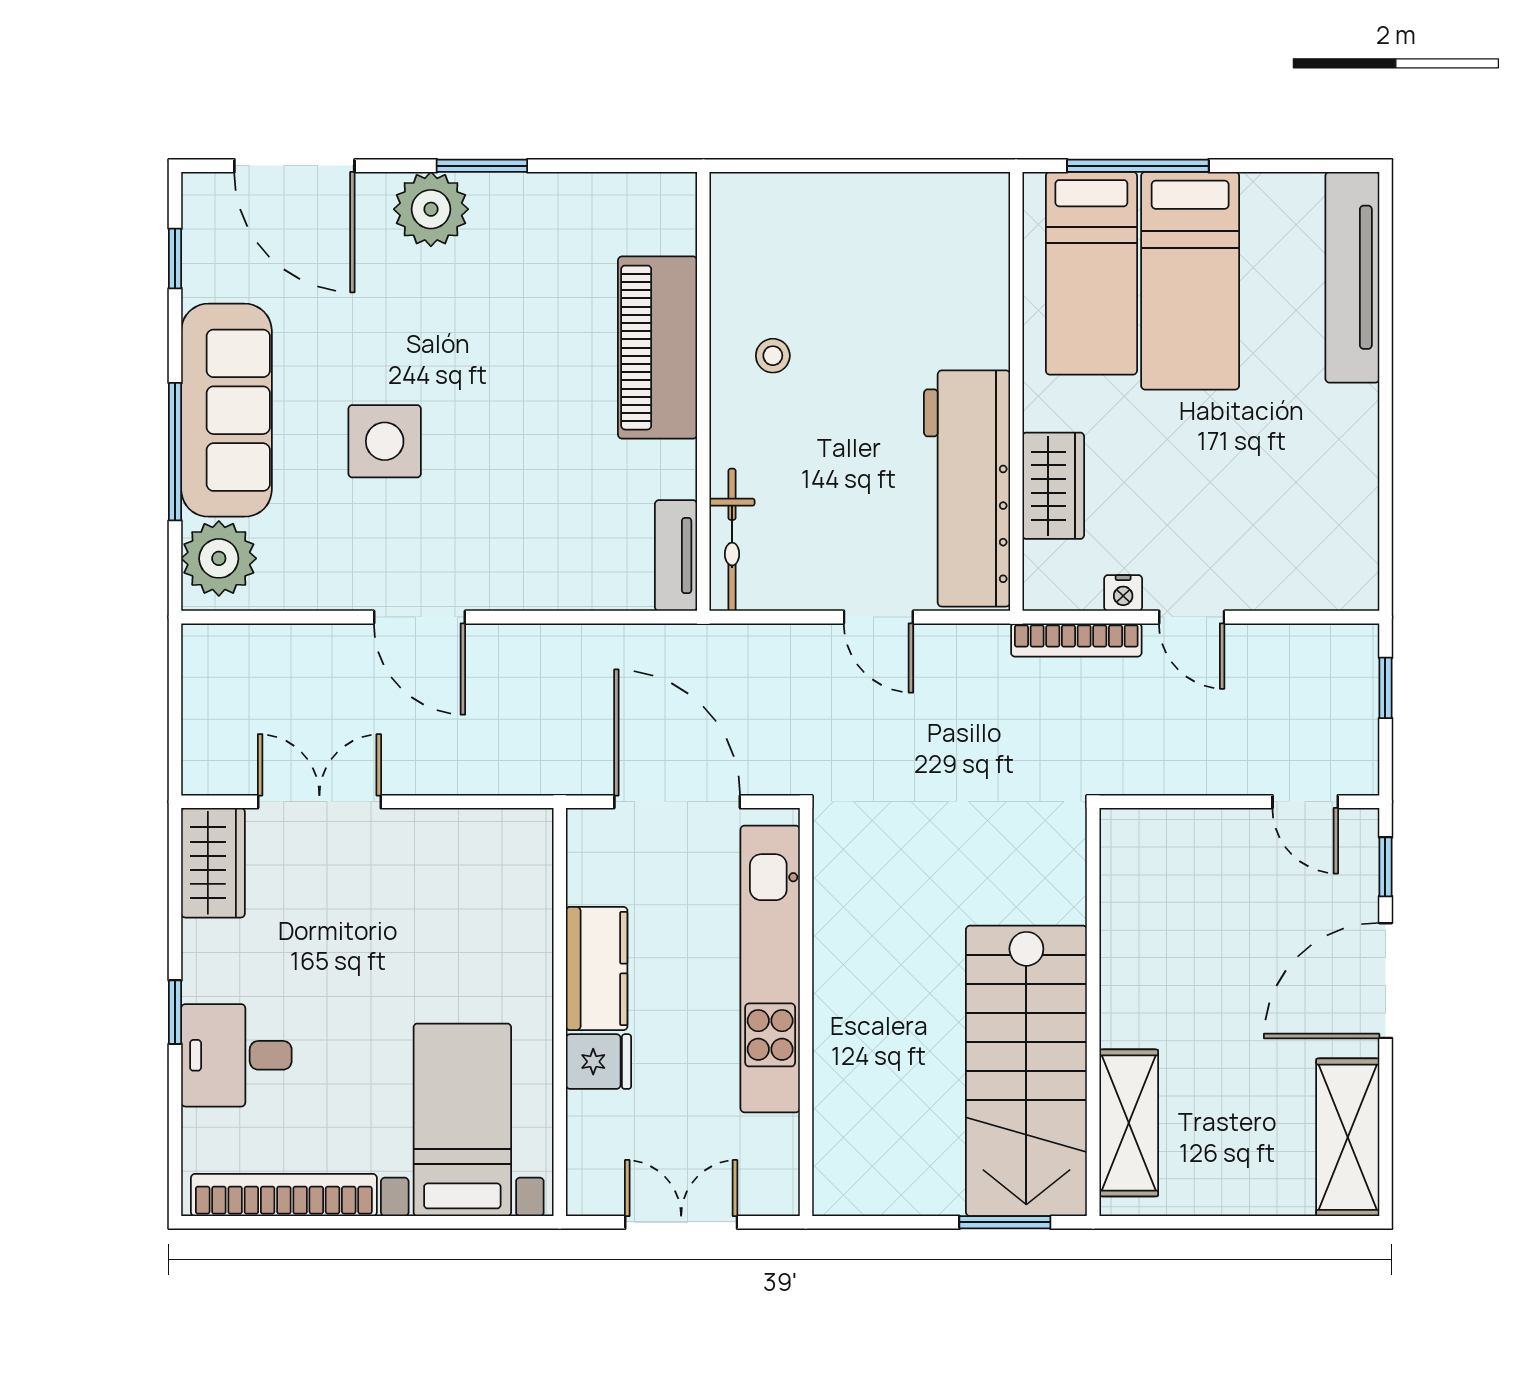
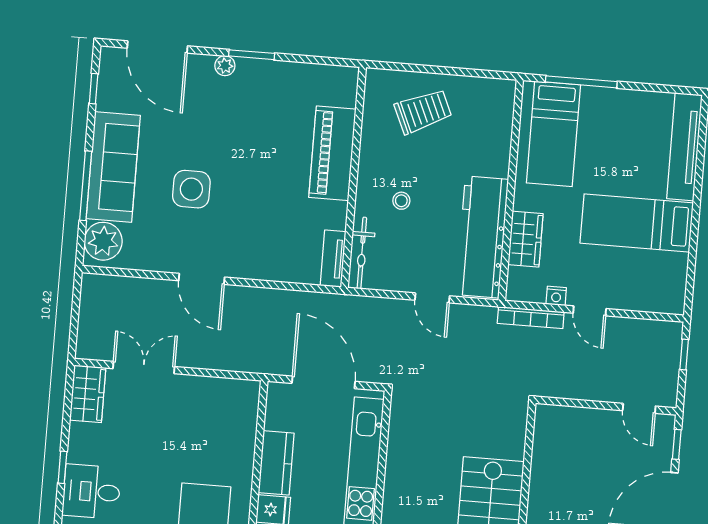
plant: (431, 209) -> (225, 66), width x0.53, depth x0.53
trolley: (830, 250) -> (423, 111), added
bed: (1190, 281) -> (637, 223), moved, turned 90
stool: (773, 356) -> (401, 201), moved

